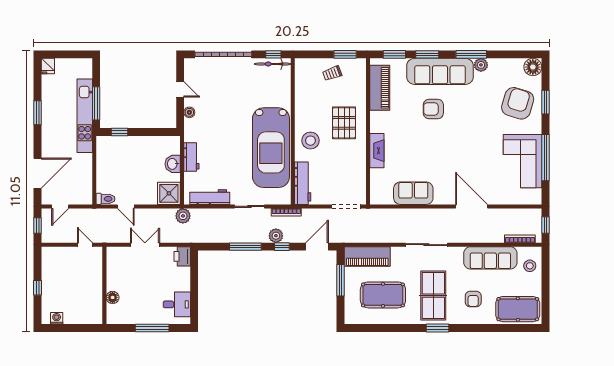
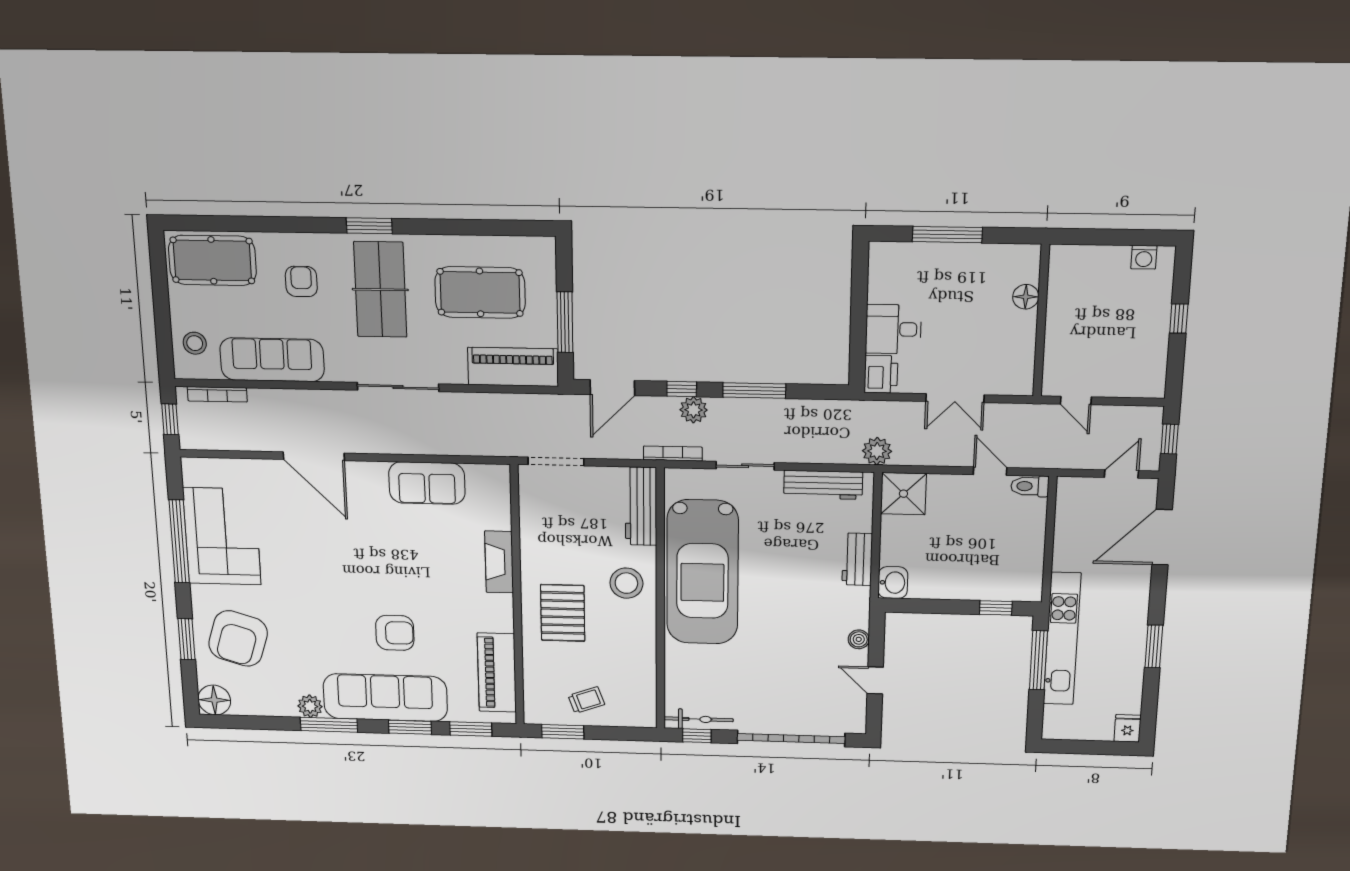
car: (271, 148) -> (702, 572), turned 180
washbasin: (173, 164) -> (893, 583), moved
desk: (177, 304) -> (893, 329), moved

